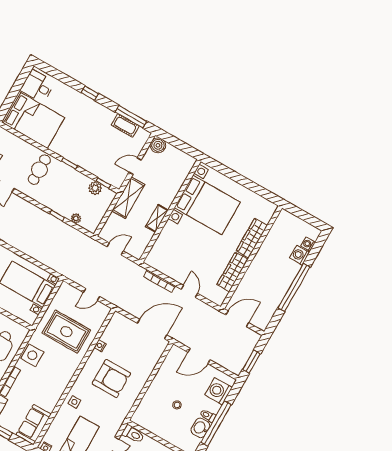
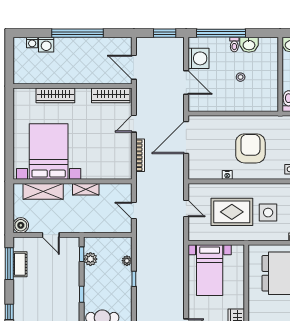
shelving: (128, 198) -> (43, 191), moved
wardrobe: (232, 272) -> (111, 95), moved
door: (152, 329) -> (186, 137), hinge flipped
rug: (66, 332) -> (232, 212), turned 90
side table: (32, 355) -> (268, 213), moved
washing machine: (218, 391) -> (198, 58), moved, turned -90
window: (216, 424) -> (221, 33), moved

